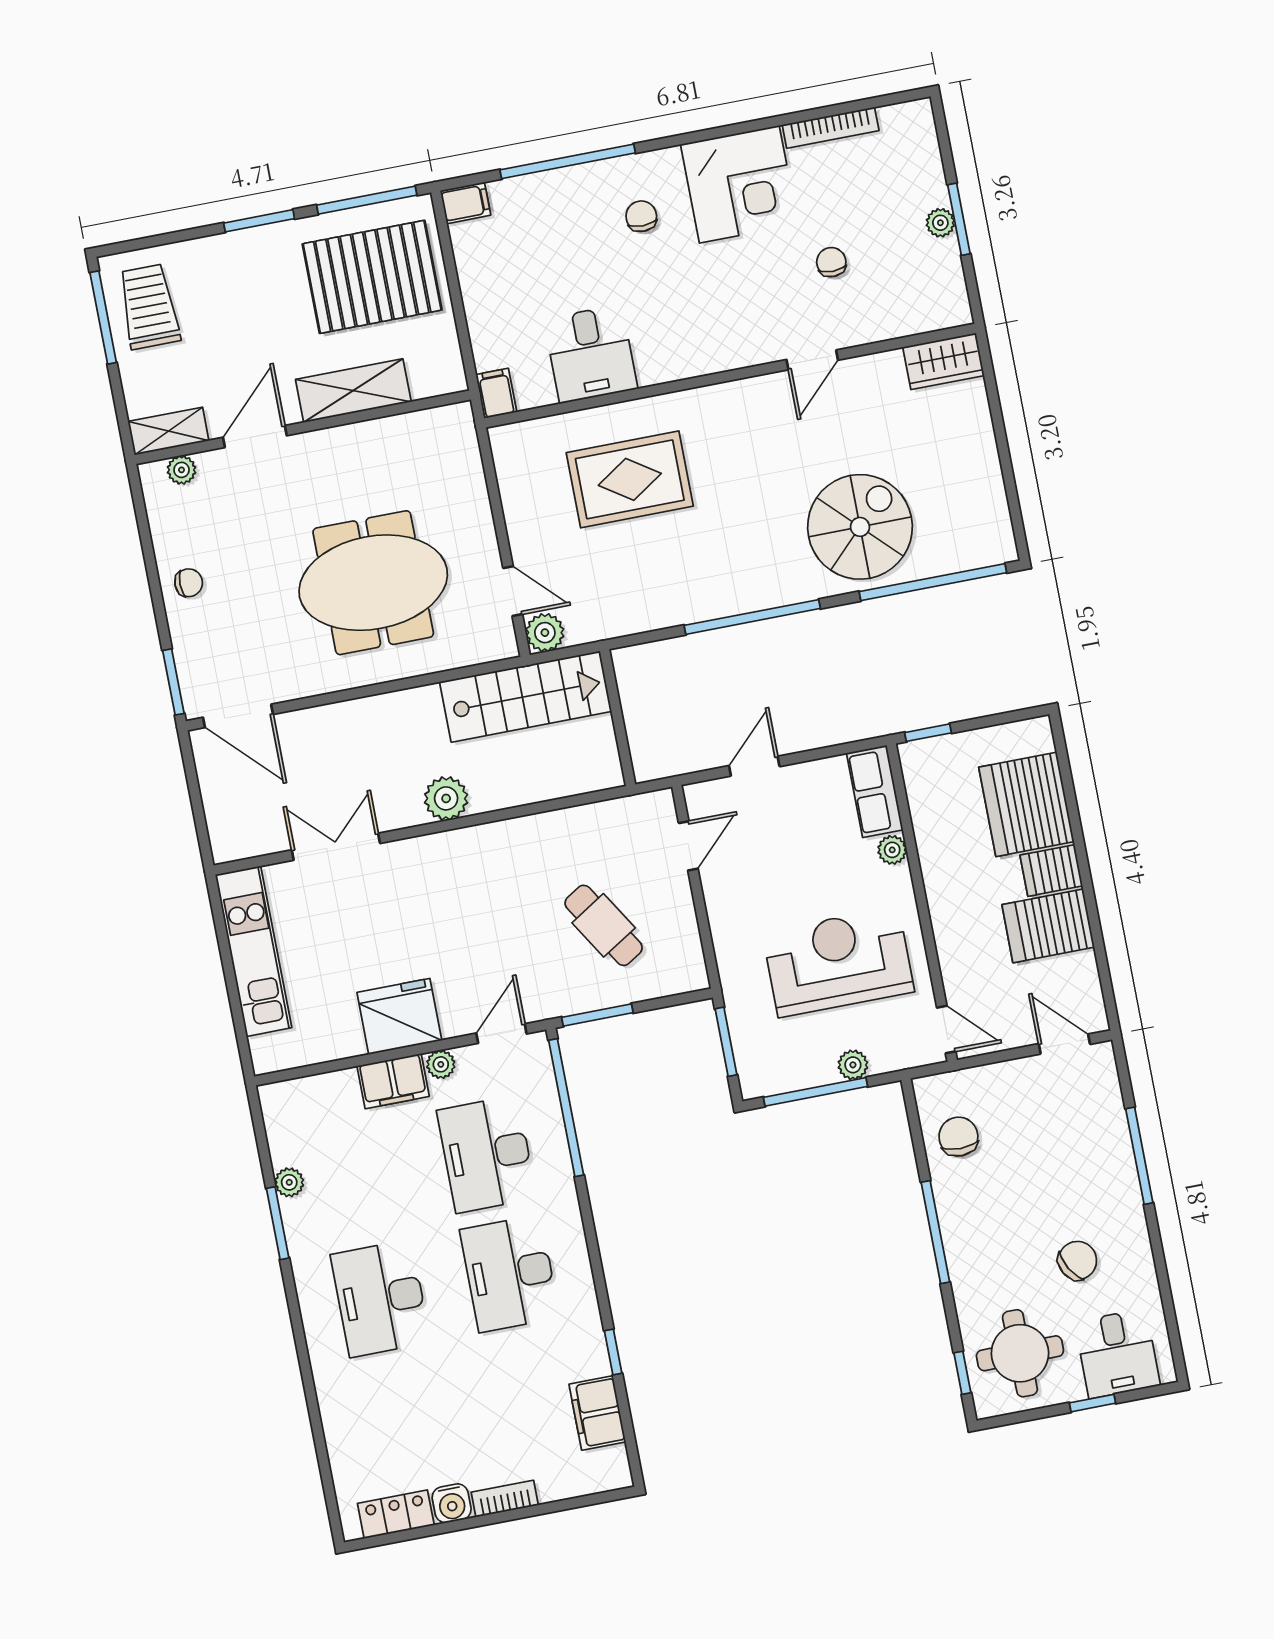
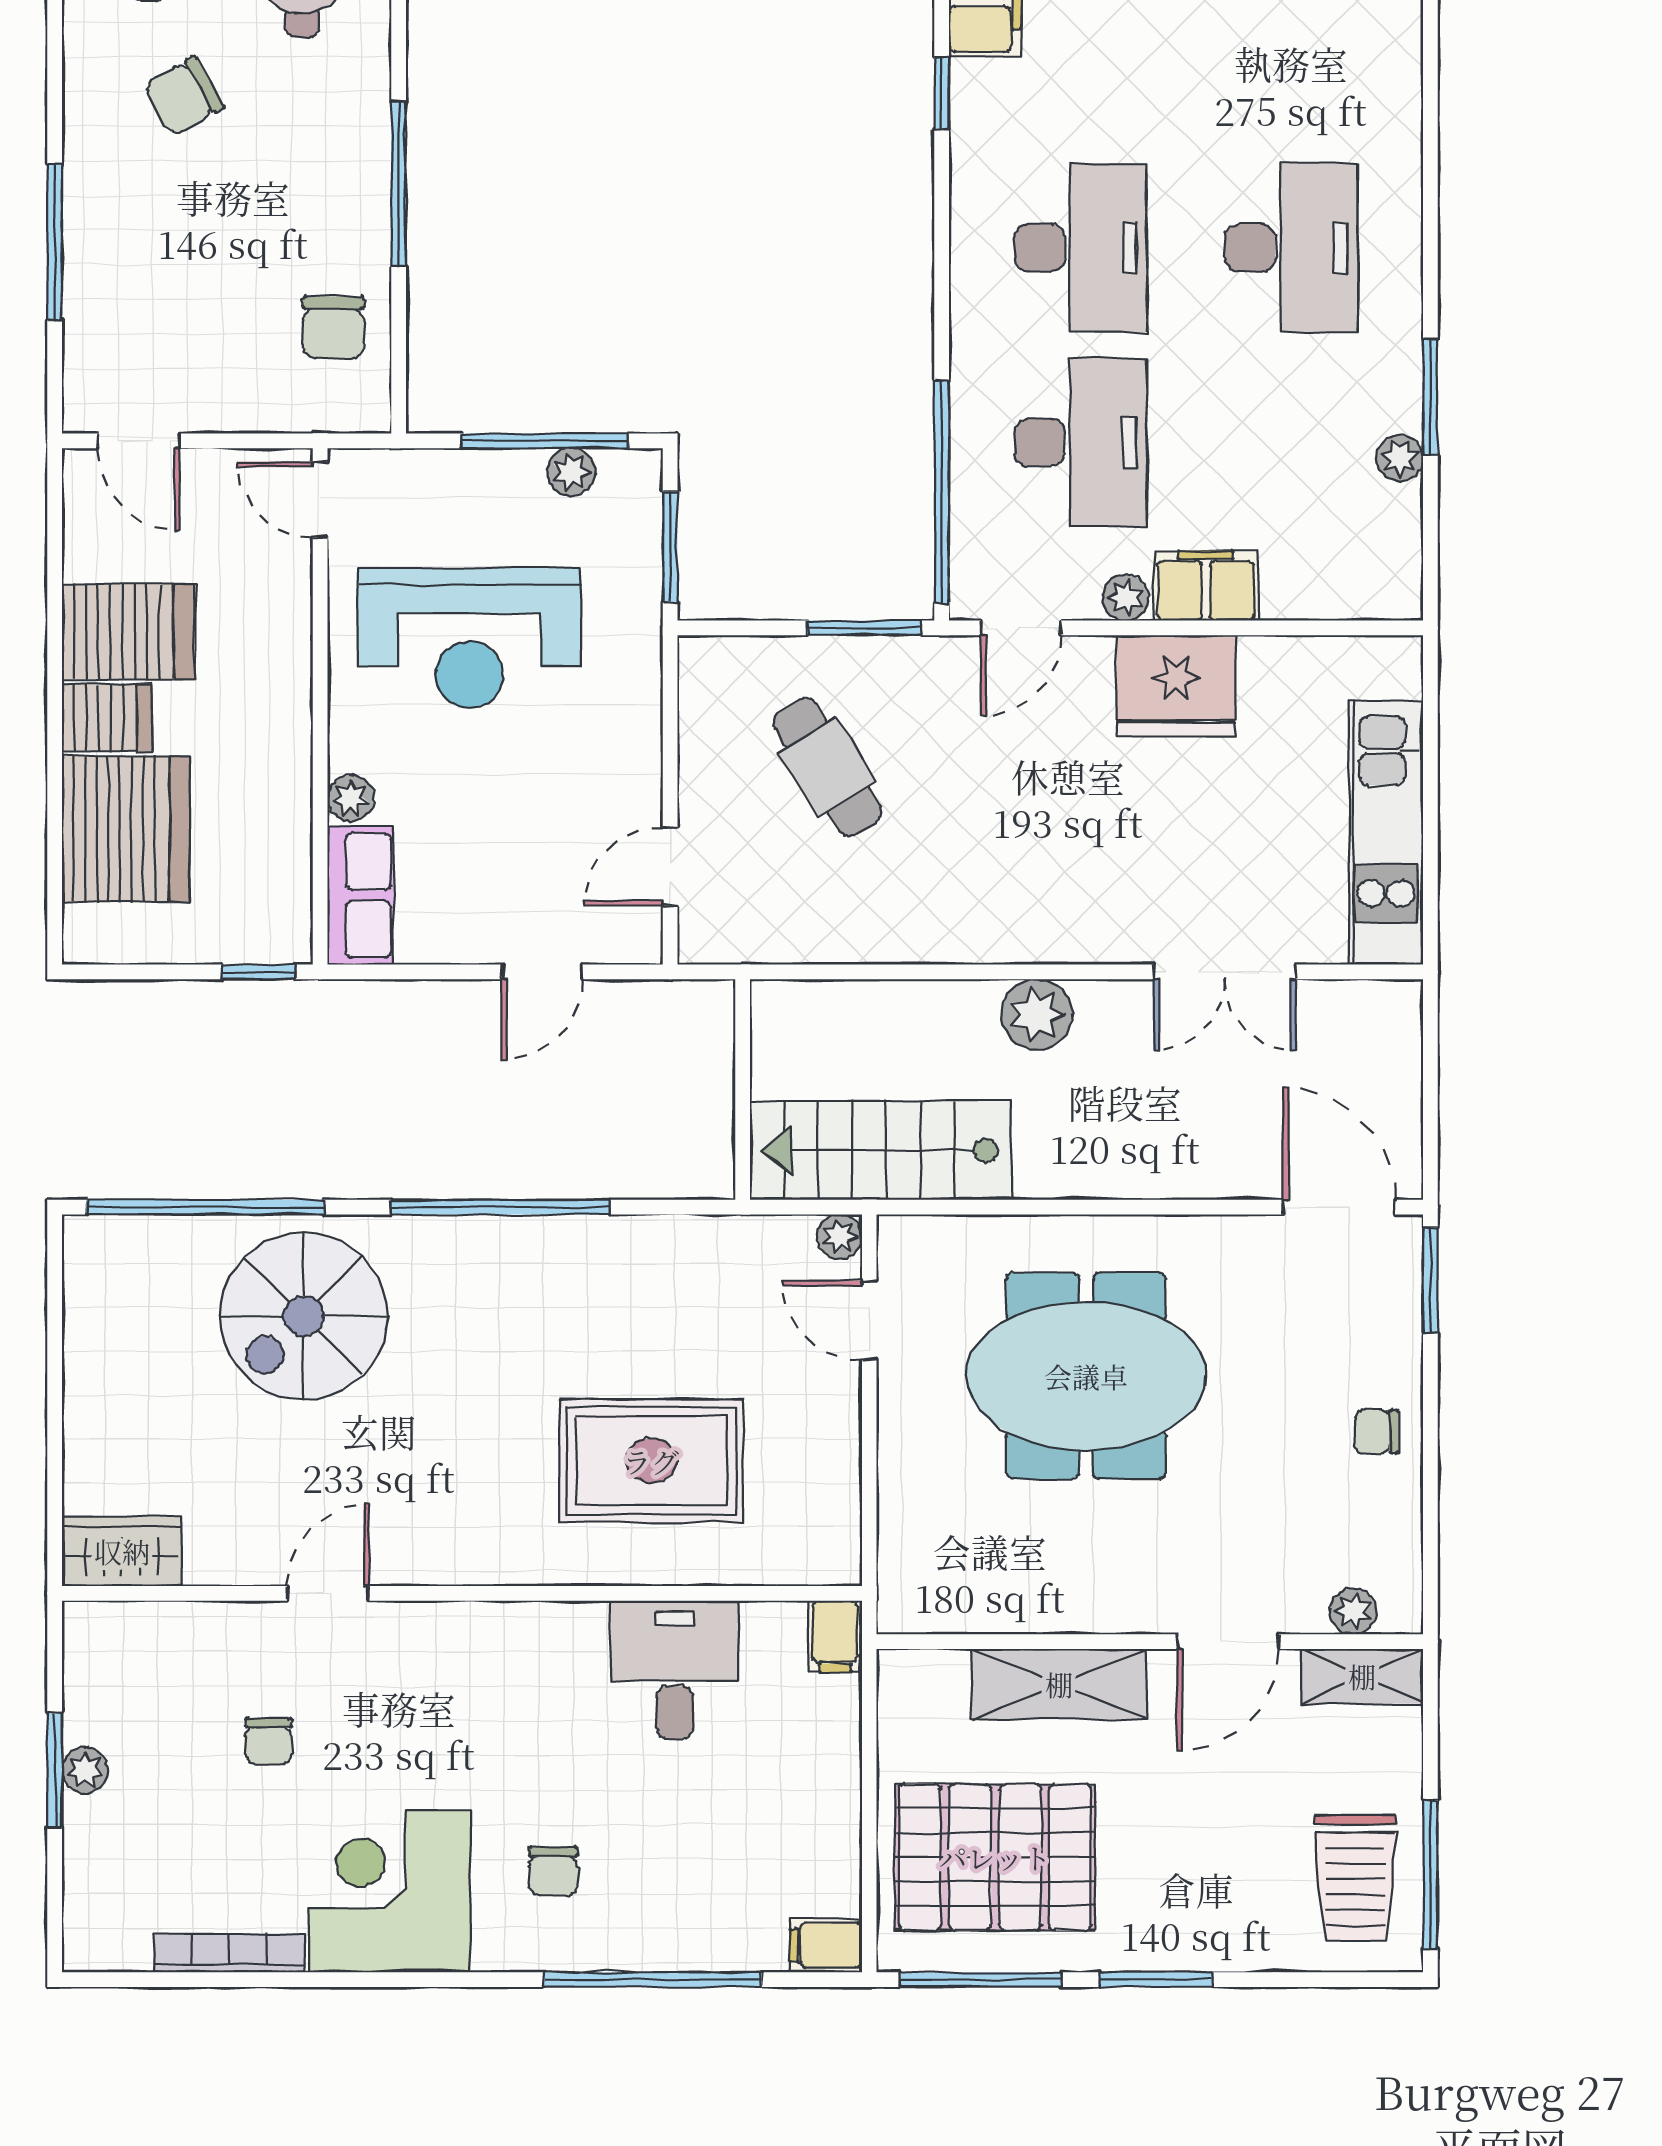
plant: (545, 633) -> (840, 1237), width x0.73, depth x0.73
plant: (853, 1065) -> (571, 472), moved

